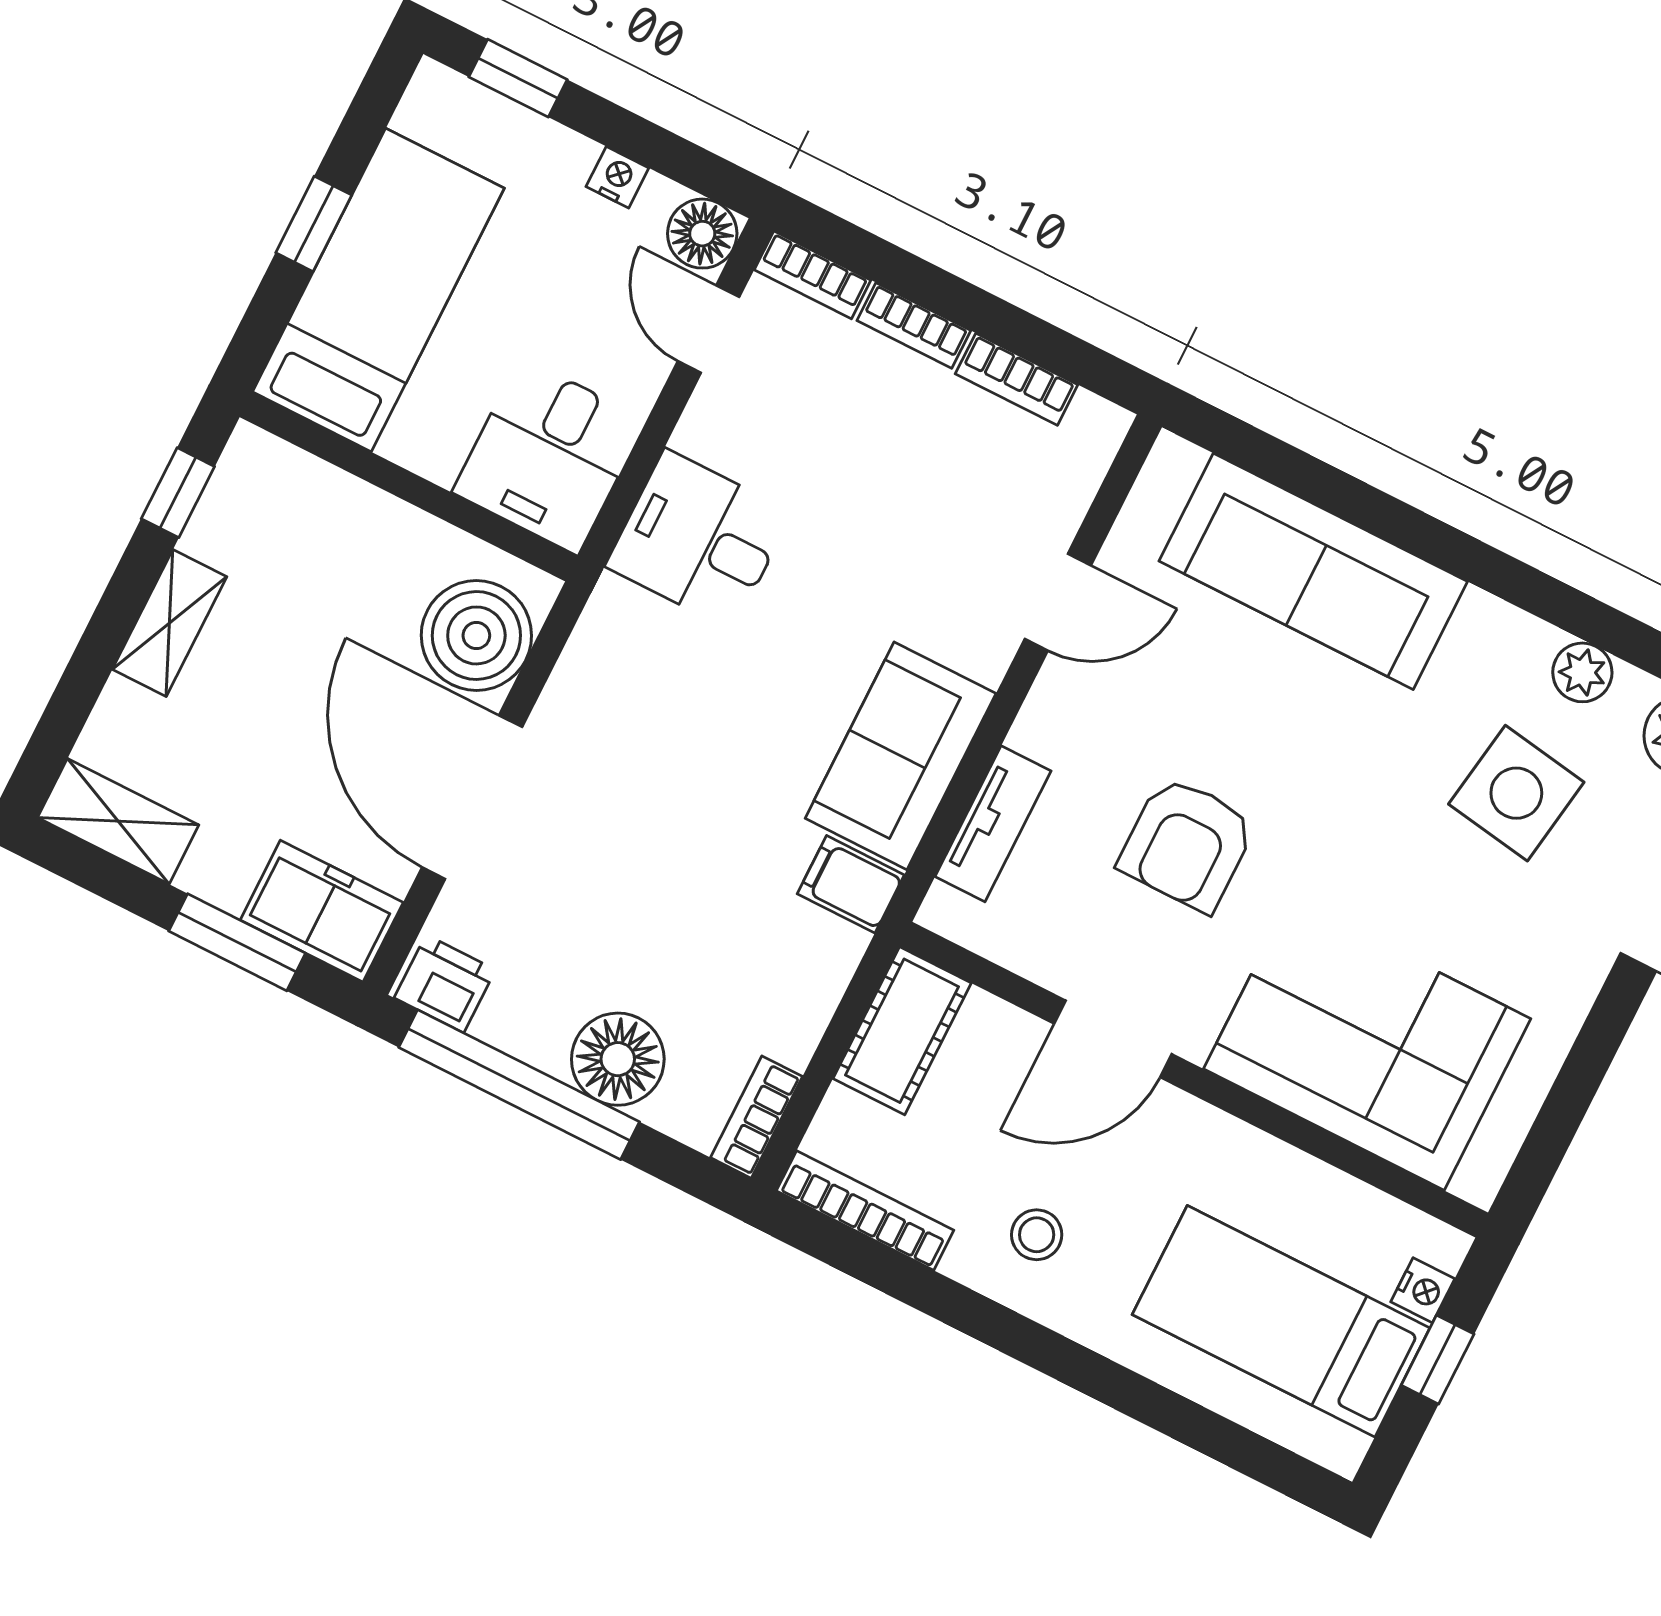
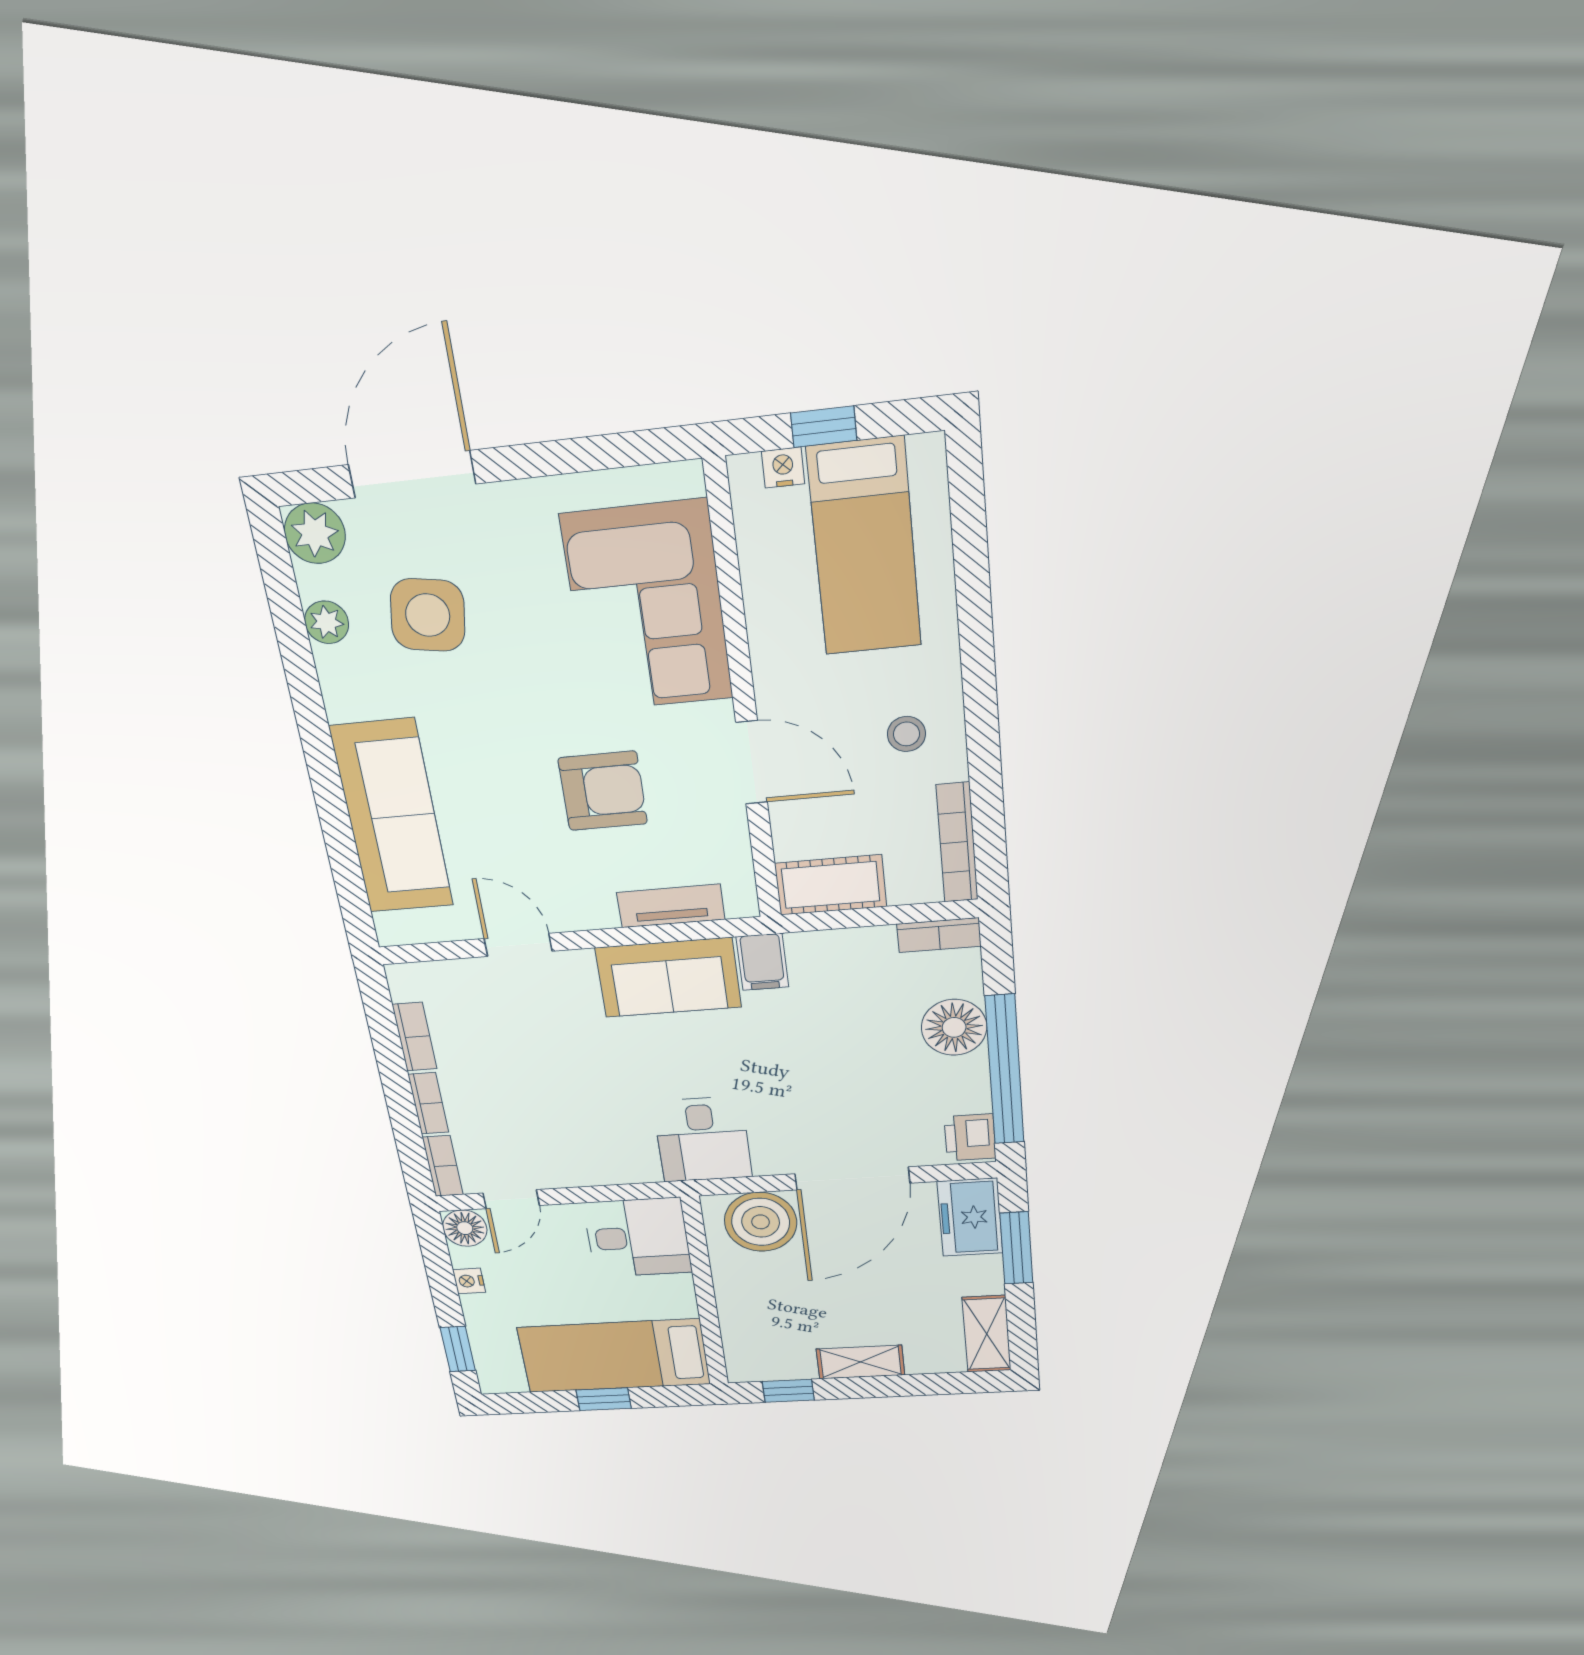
desk: (699, 539) -> (702, 1139), moved

